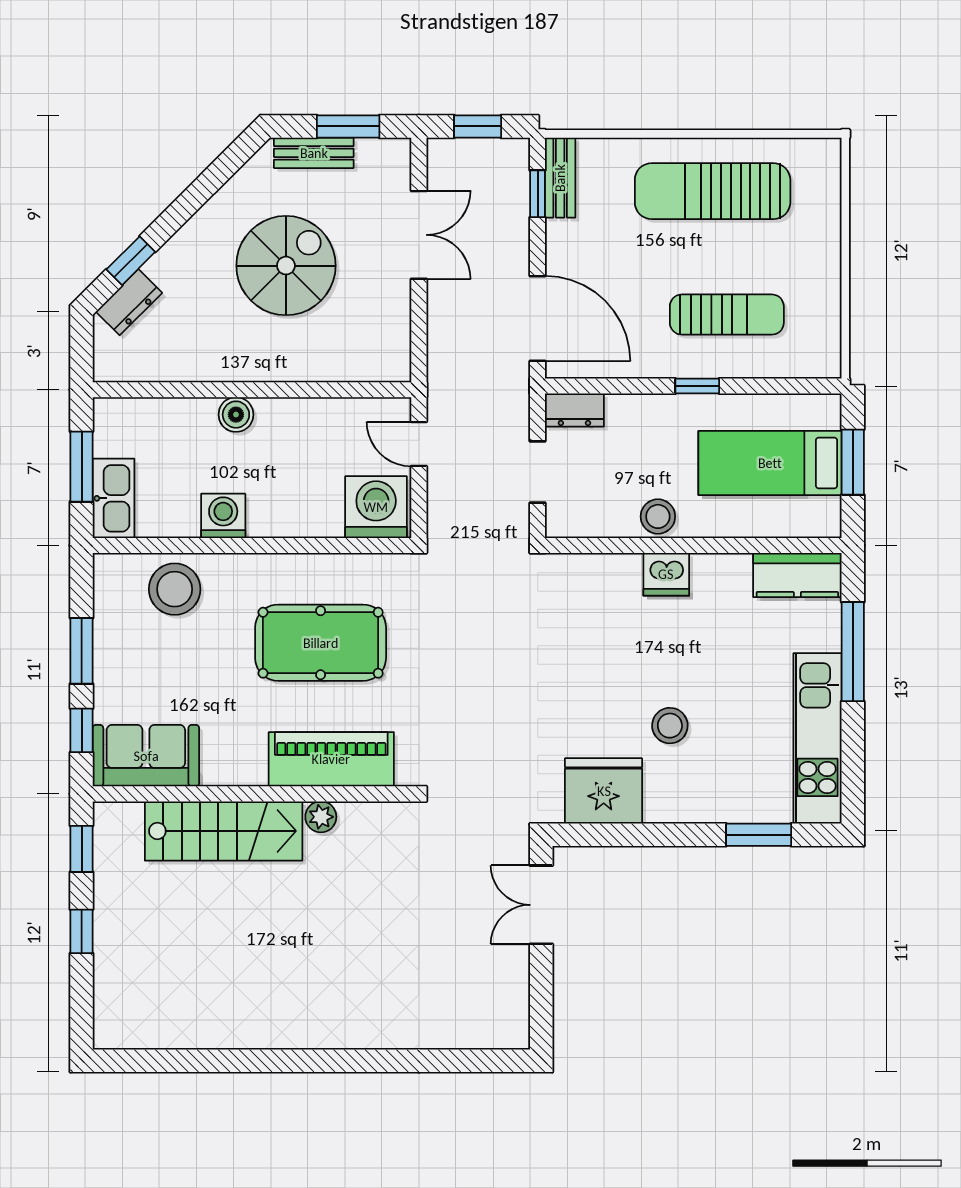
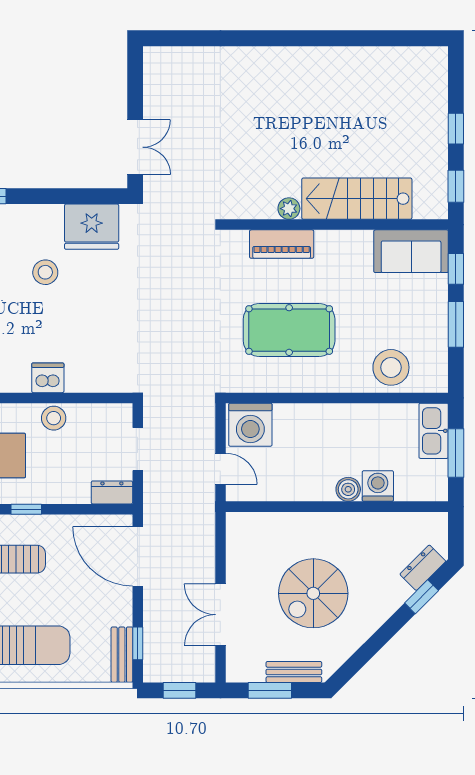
washing machine: (223, 516) -> (378, 486), moved, turned 180
piano: (331, 759) -> (282, 244), width x0.73, depth x0.75

